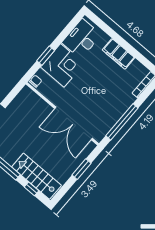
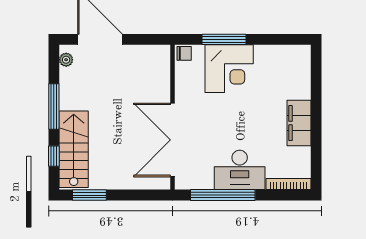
desk: (82, 39) -> (240, 170), moved, turned 180
window: (46, 56) -> (224, 39), width x1.44
window: (82, 169) -> (89, 195), moved

